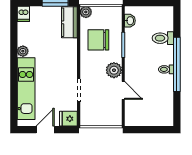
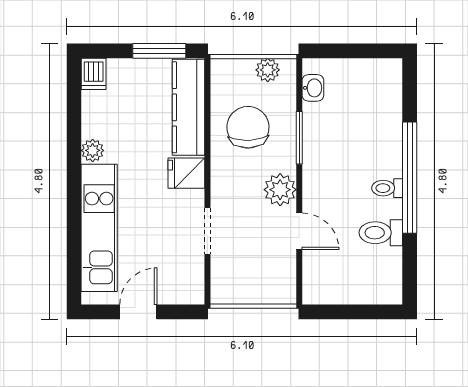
plant: (86, 12) -> (268, 70), moved
kitchen counter: (69, 22) -> (188, 107), width x1.50
toilet: (163, 38) -> (381, 233), moved
chair: (98, 40) -> (248, 127), turned 88
fridge: (68, 119) -> (186, 173), moved

